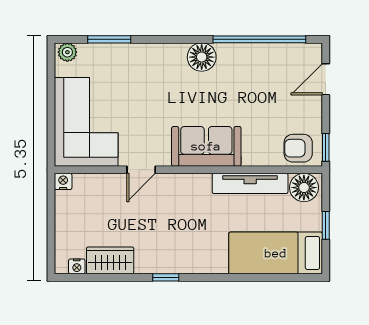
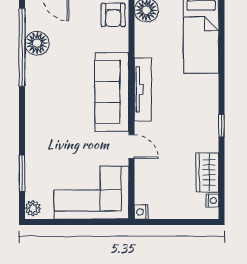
floor lamp: (202, 57) -> (37, 43), moved
sofa: (206, 146) -> (112, 92), width x1.36
tv unit: (250, 183) -> (143, 89), moved

